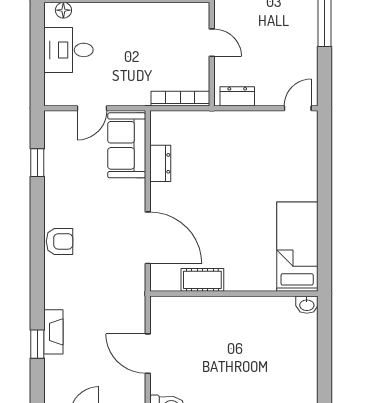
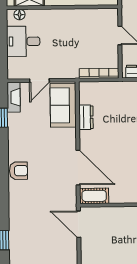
cot: (202, 280) -> (94, 196), moved
fireplace: (53, 332) -> (14, 97), moved
door: (148, 354) -> (79, 224), moved

